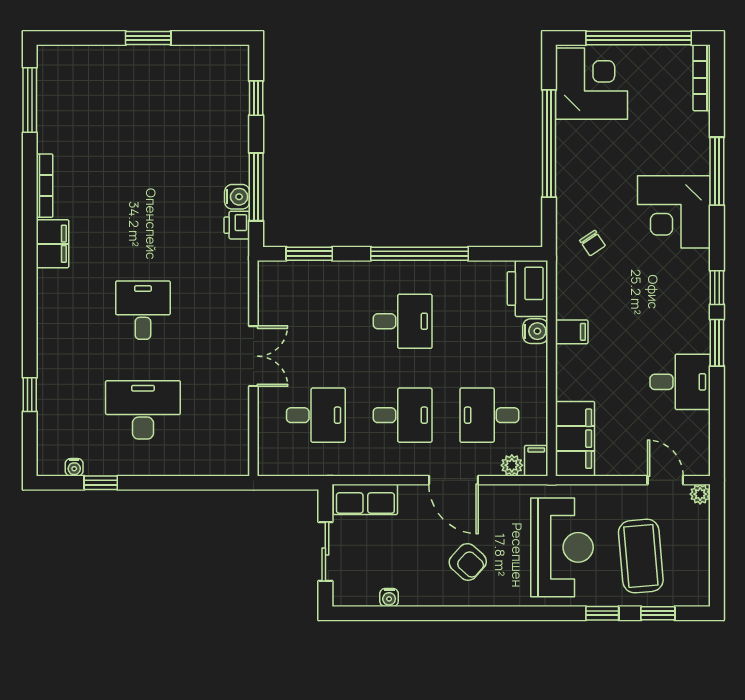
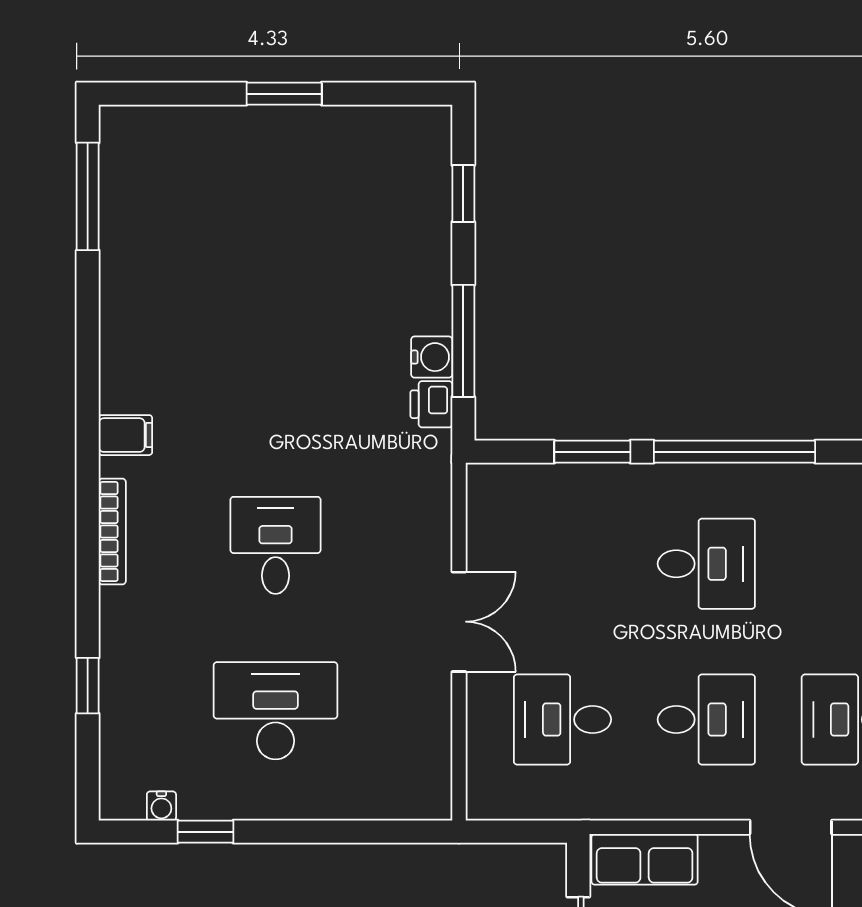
bookcase: (45, 186) -> (112, 531), moved
filing cabinet: (53, 244) -> (125, 435), width x0.50
window: (309, 254) -> (592, 452), moved
desk: (316, 415) -> (562, 719), turned 180

